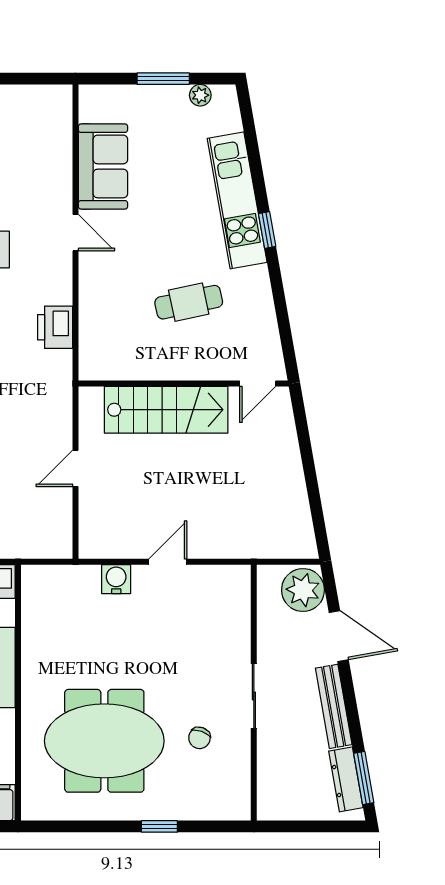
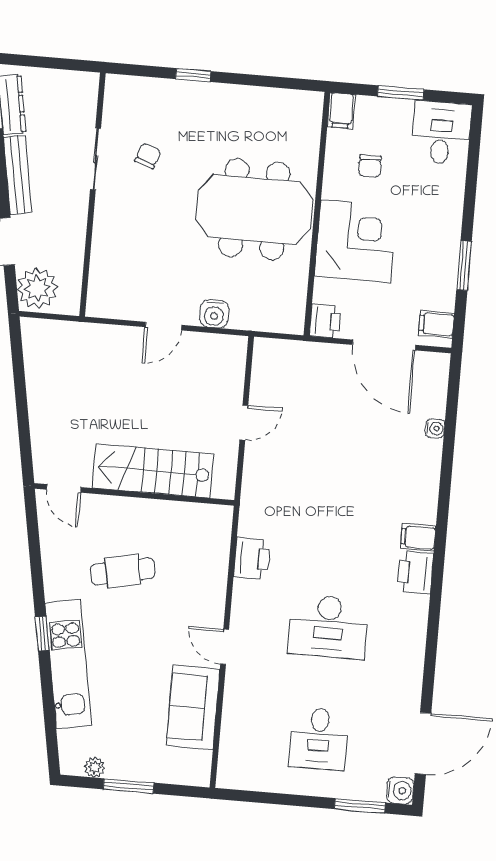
door: (258, 384) -> (64, 488), swing flipped
sliding door: (254, 696) -> (96, 159), moved
meeting table: (104, 741) -> (254, 209), moved

